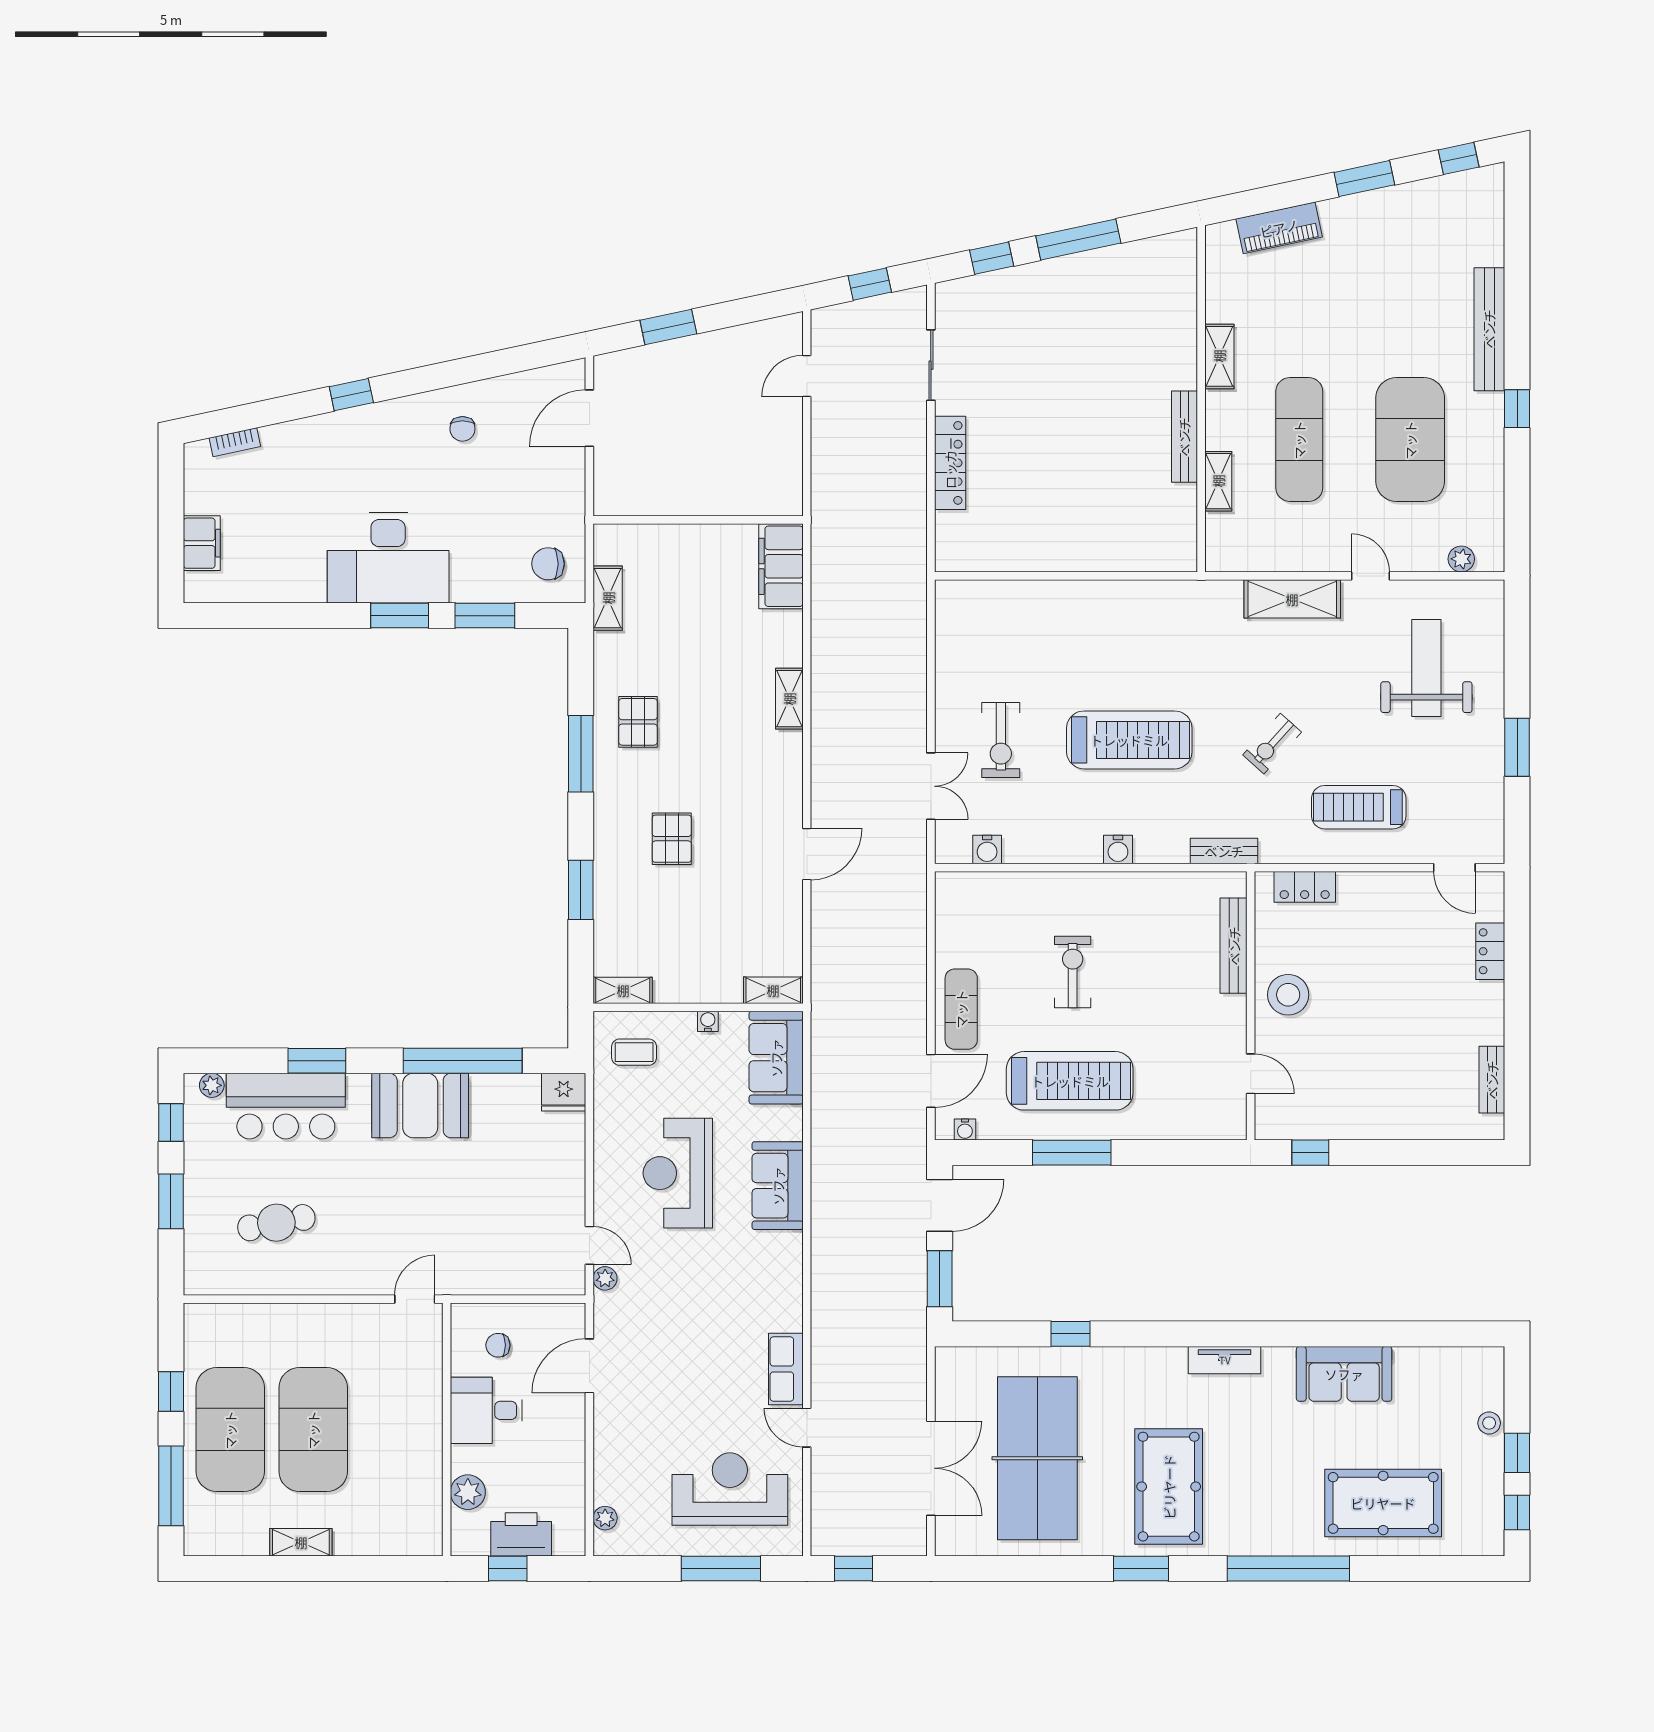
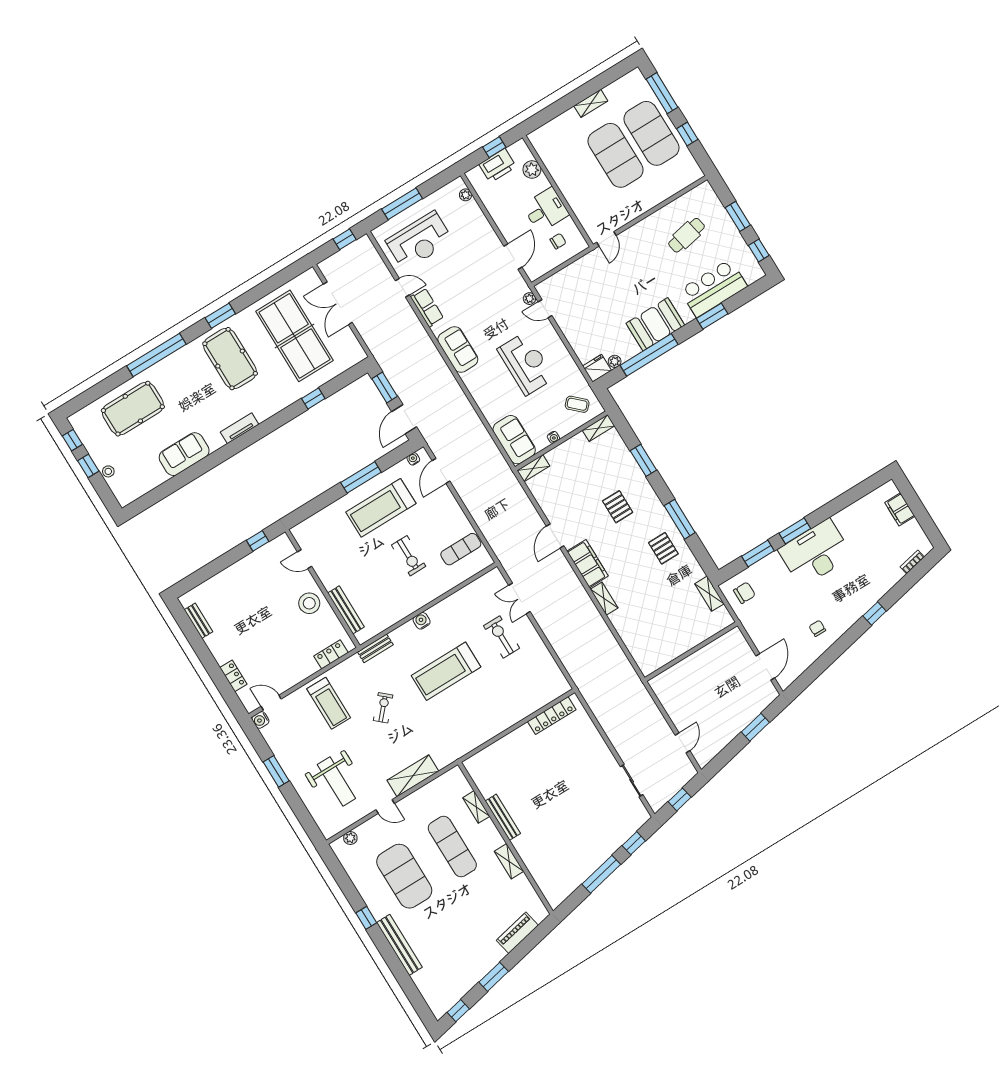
locker: (950, 463) -> (552, 716), moved, turned -90
filing cabinet: (781, 566) -> (588, 564), moved
treadmill: (1359, 807) -> (329, 703), turned 90
water cooler: (987, 850) -> (260, 720), moved, turned -90
exercise mat: (961, 1009) -> (461, 549), moved, turned 90
coffee table: (634, 1052) -> (577, 404), turned 43
plant: (212, 1085) -> (615, 361), moved
sofa: (778, 1186) -> (458, 349), moved

